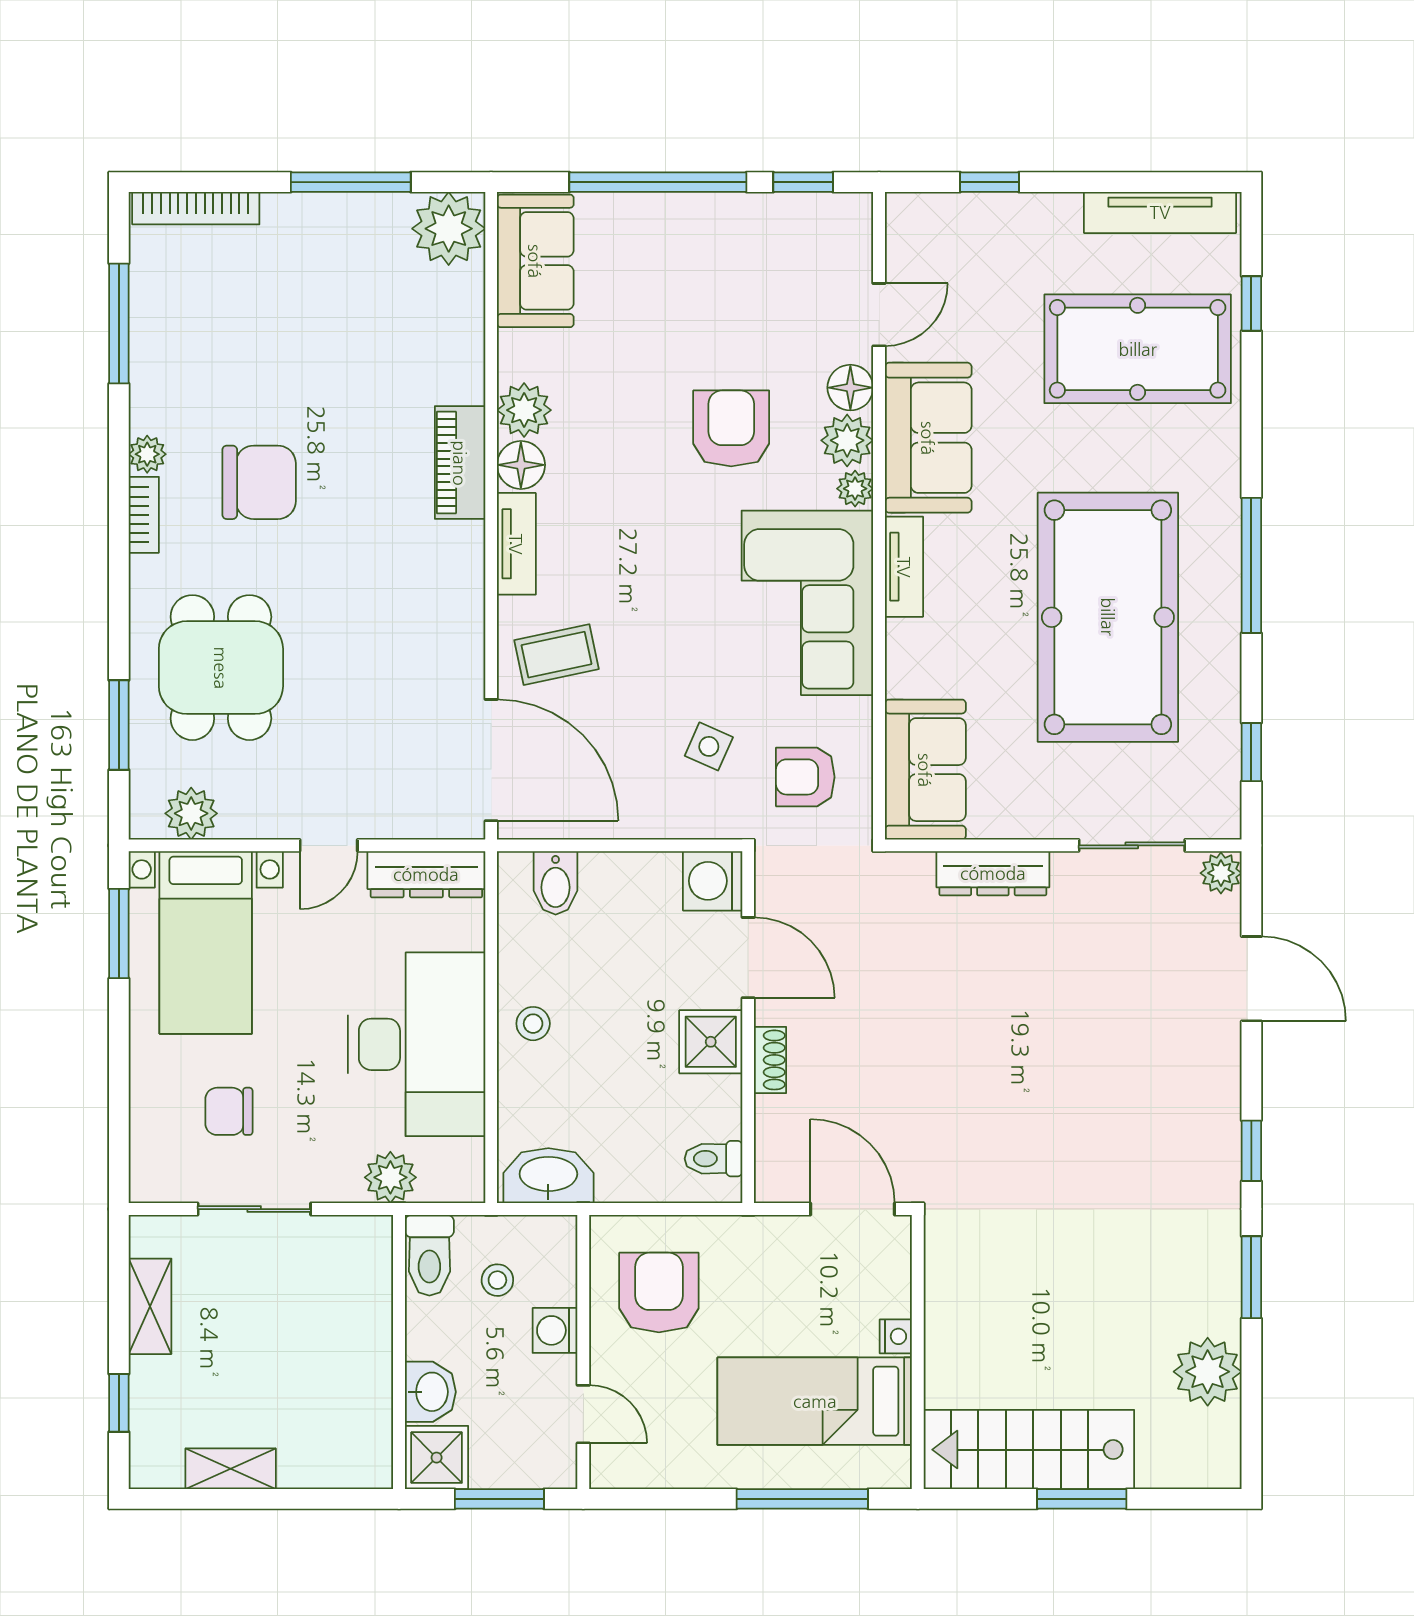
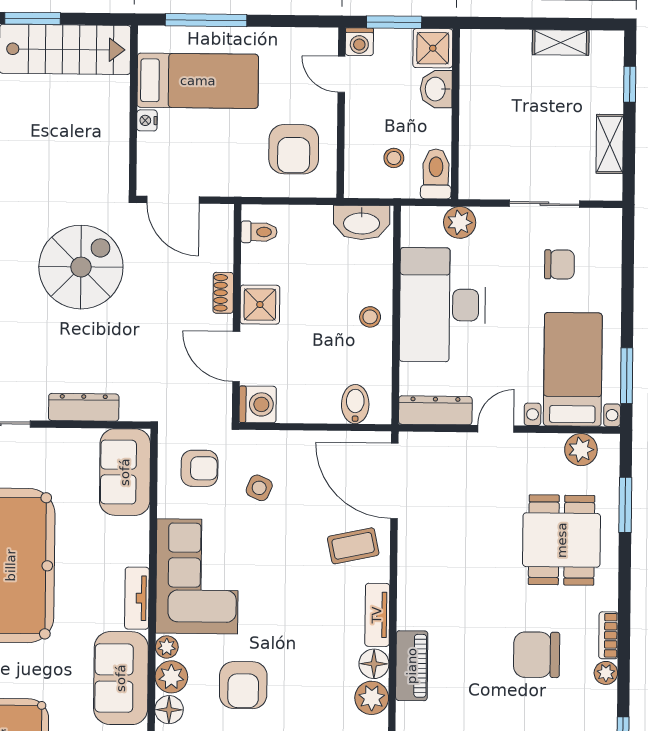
spiral stairs: (1000, 1099) -> (81, 267), added
washing machine: (555, 1330) -> (359, 42), moved, turned 90

